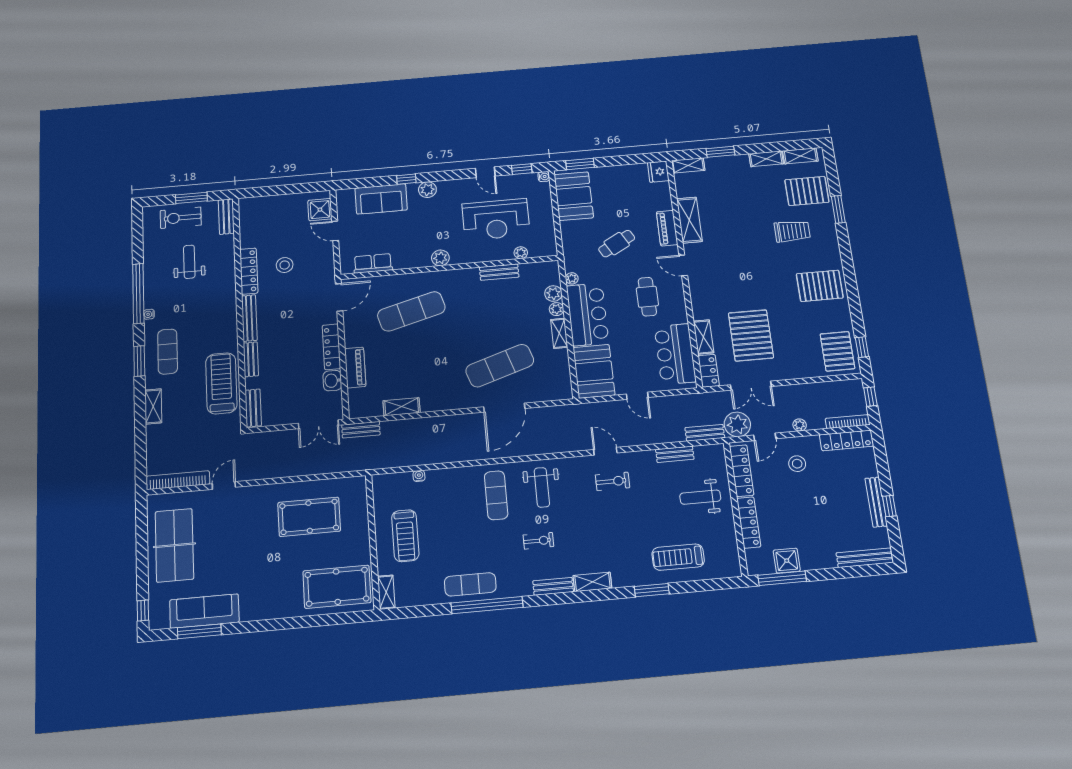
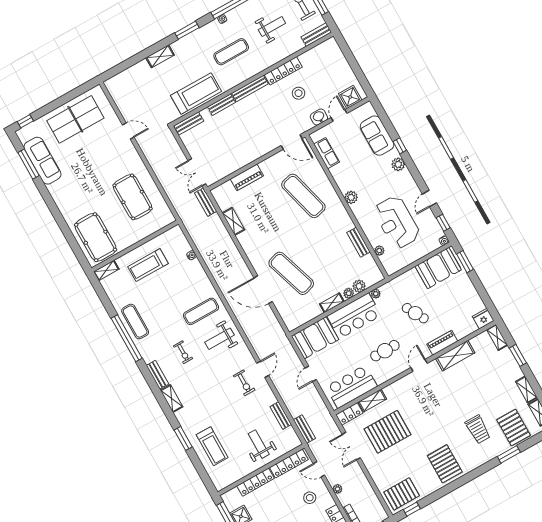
locker: (331, 347) -> (254, 154), removed
exercise mat: (168, 352) -> (231, 52), moved
washbasin: (332, 381) -> (319, 117), moved
plant: (737, 424) -> (320, 448), removed
bookcase: (178, 480) -> (118, 99), removed
treadmill: (678, 557) -> (212, 446), turned 180

